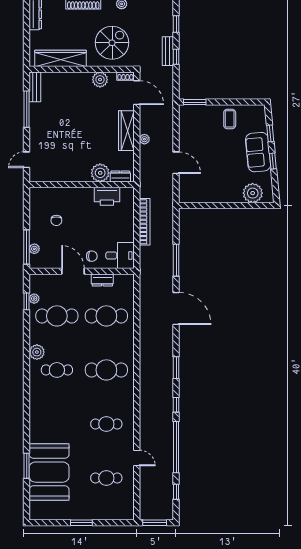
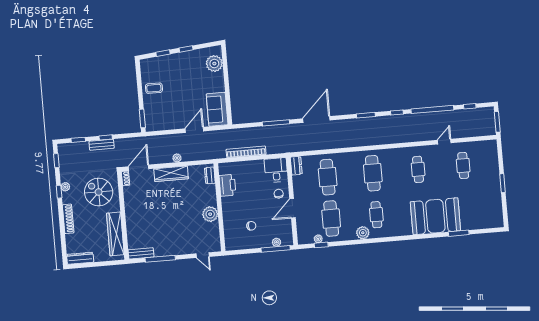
plant: (100, 80) -> (130, 199), removed
sofa: (258, 152) -> (217, 109), moved, turned 95
plant: (100, 173) -> (210, 214), moved
dresser: (102, 280) -> (296, 166), moved
booth: (49, 472) -> (435, 216), moved

